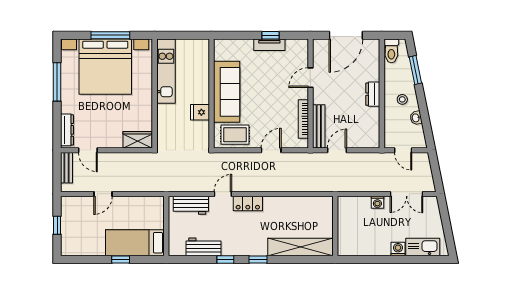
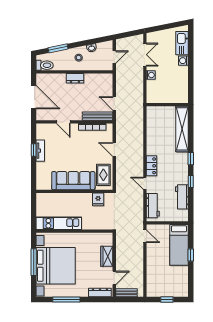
fridge: (200, 112) -> (98, 199), moved
wardrobe: (137, 140) -> (107, 256), moved
door: (103, 194) -> (145, 236), moved

